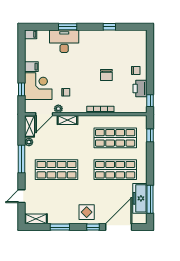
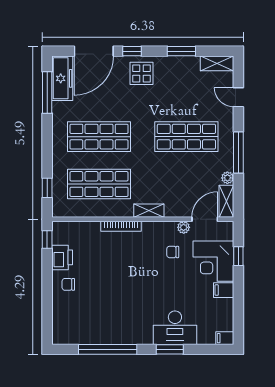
window: (109, 27) -> (108, 349), width x3.17
chair: (106, 75) -> (112, 277), removed
shelving: (67, 120) -> (149, 211), moved
door: (22, 196) -> (238, 97), swing flipped
freezer: (140, 198) -> (62, 78), moved

